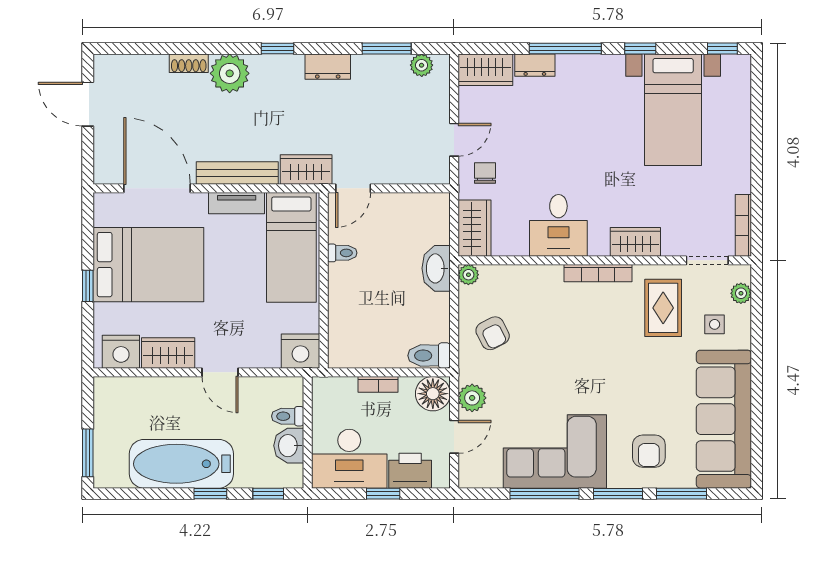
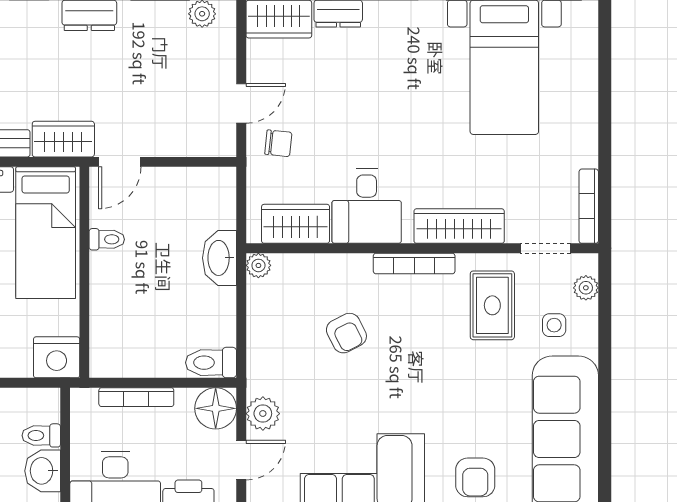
chair: (485, 173) -> (278, 143), turned 96
wardrobe: (475, 228) -> (296, 224), moved, turned -90
wardrobe: (635, 242) -> (459, 226), width x1.50
armchair: (493, 333) -> (346, 333), moved
bookcase: (378, 384) -> (136, 397), width x1.56

